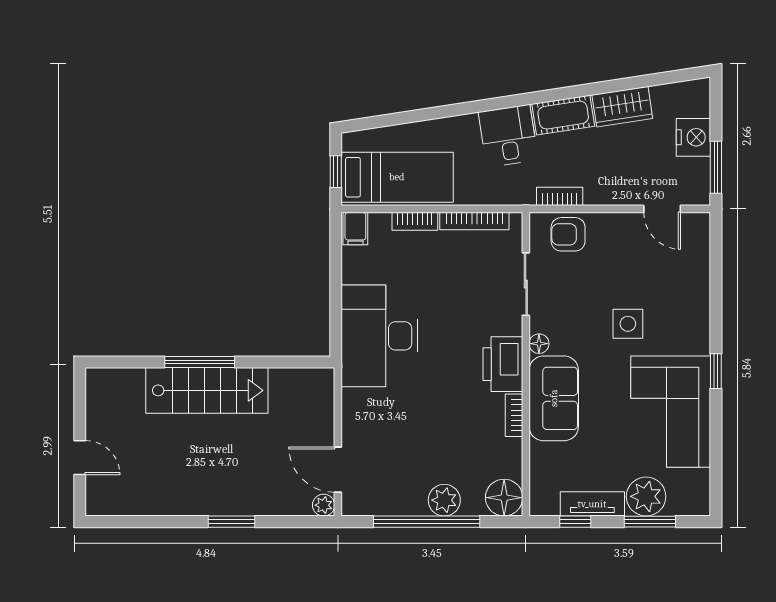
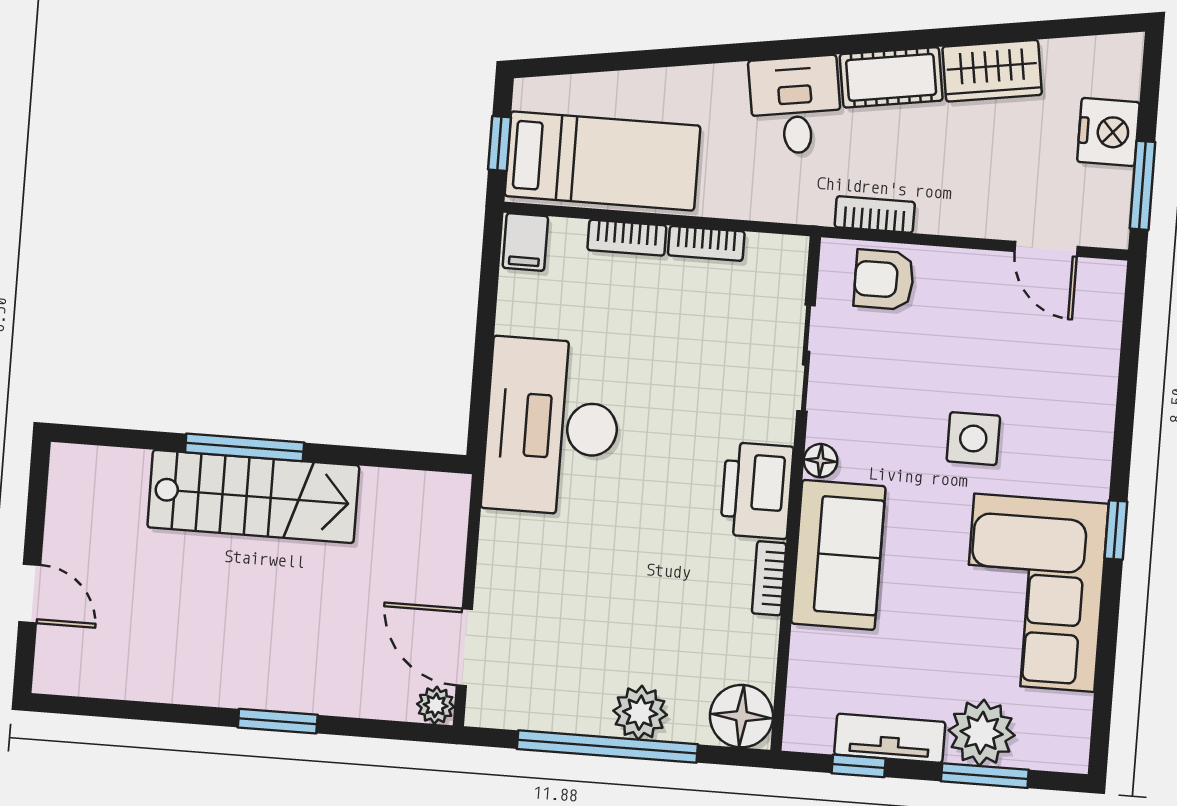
bookcase: (474, 221) -> (706, 243), width x0.64

